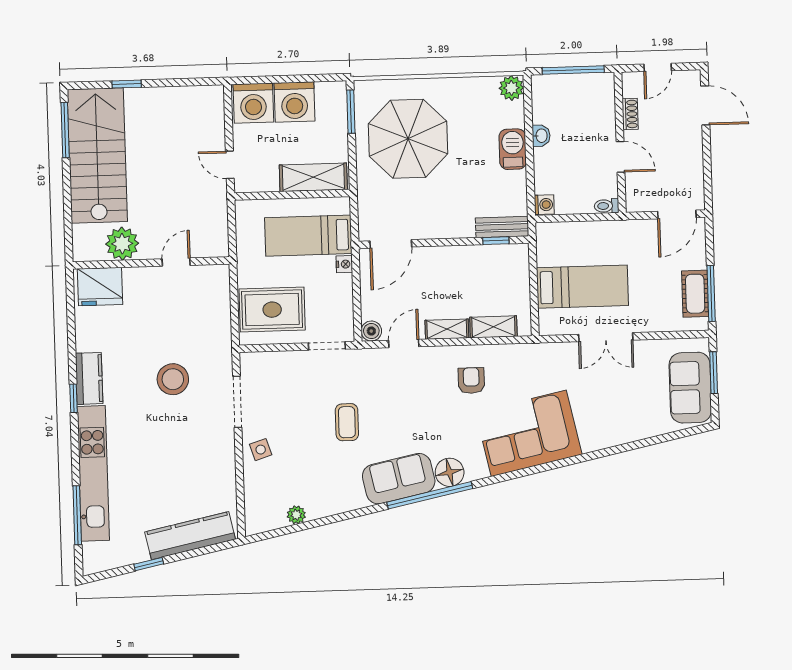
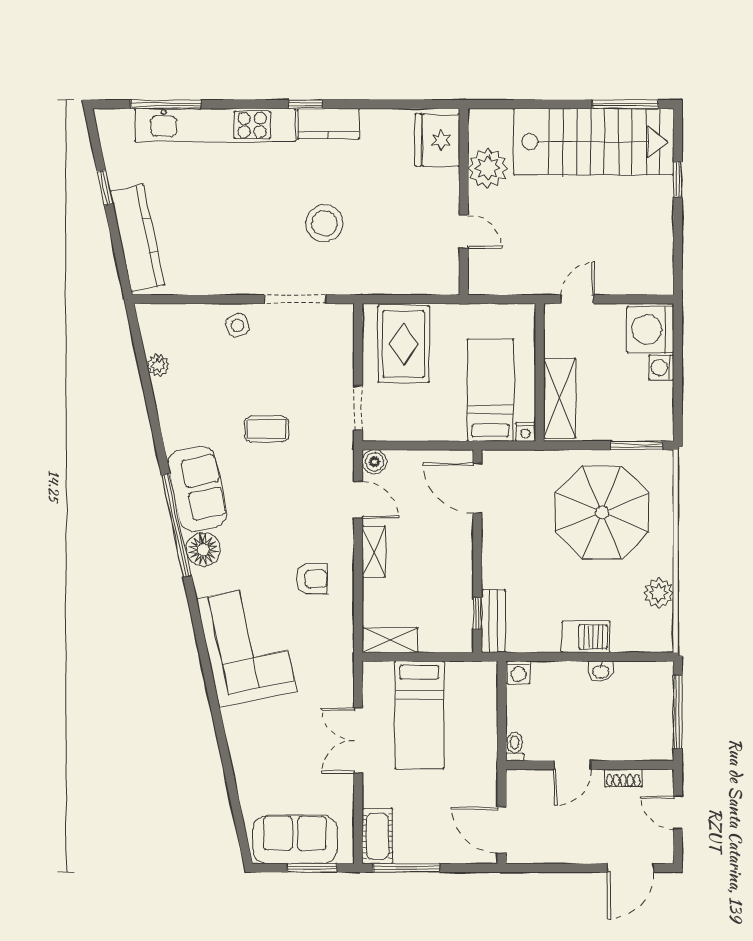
plant: (511, 88) -> (659, 593), moved
washing machine: (295, 102) -> (661, 368), width x0.53, depth x0.53
nightstand: (344, 264) -> (526, 432), moved
cot: (695, 294) -> (377, 836), moved, turned 90
shelving: (493, 327) -> (390, 640), moved, turned 90

